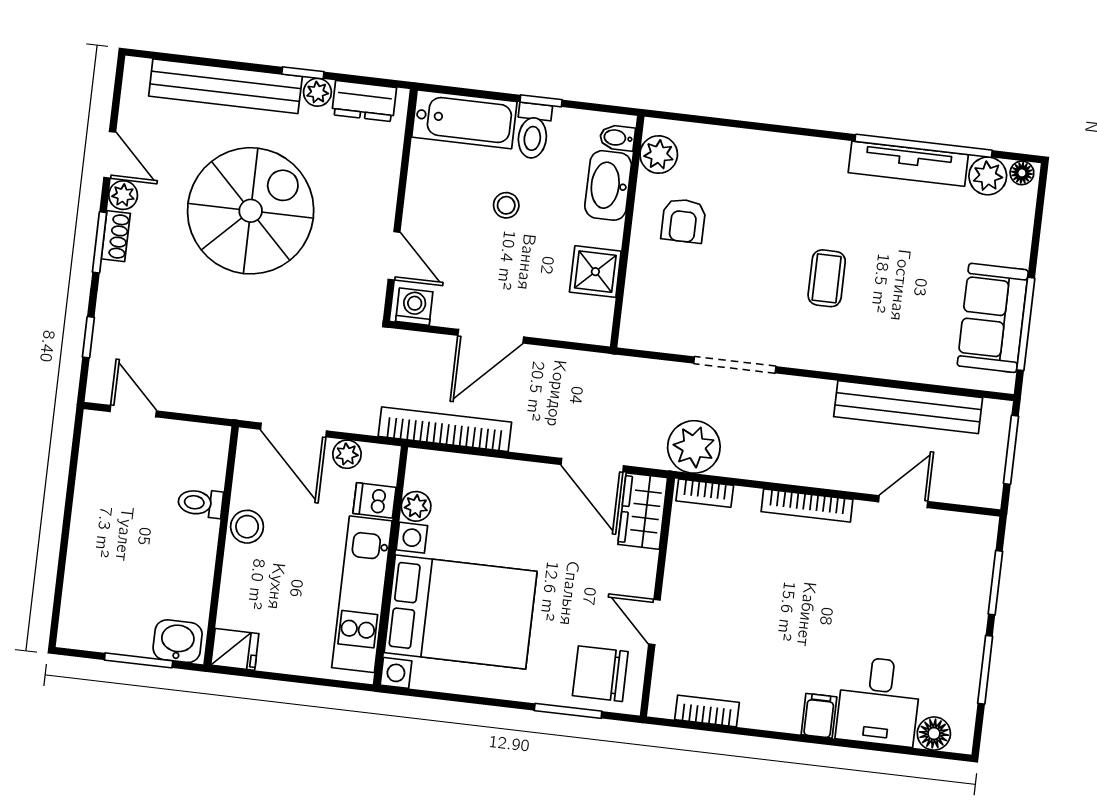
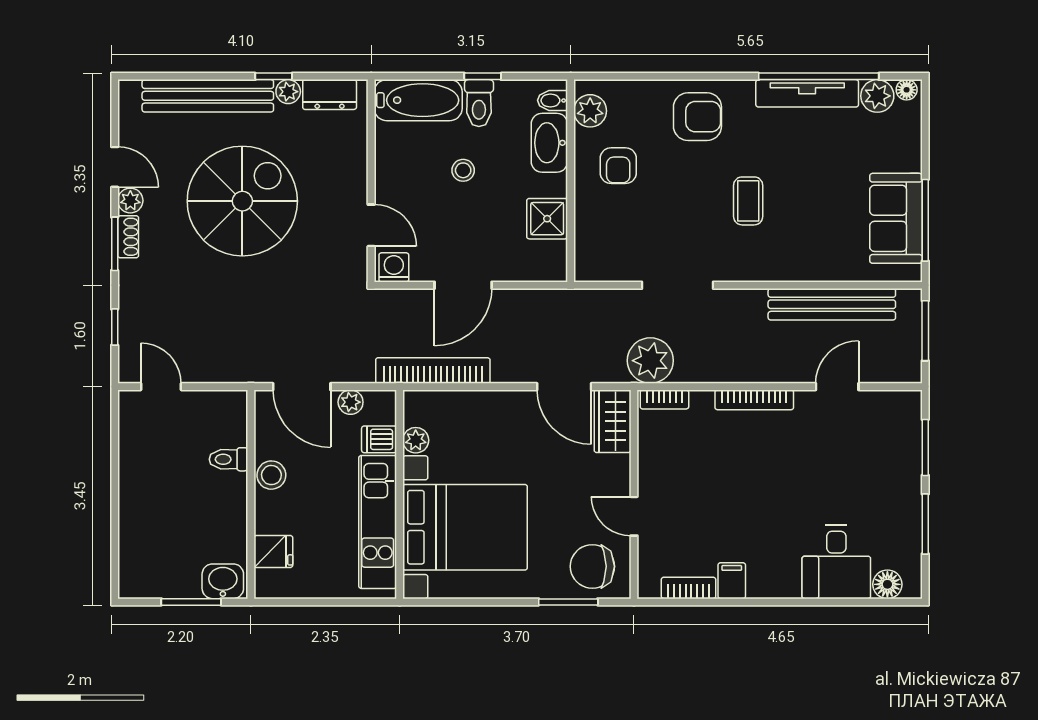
armchair: (780, 175) -> (697, 117), added
fridge: (235, 649) -> (273, 552), moved
filing cabinet: (819, 716) -> (732, 581), moved

